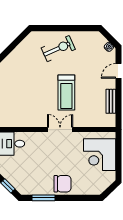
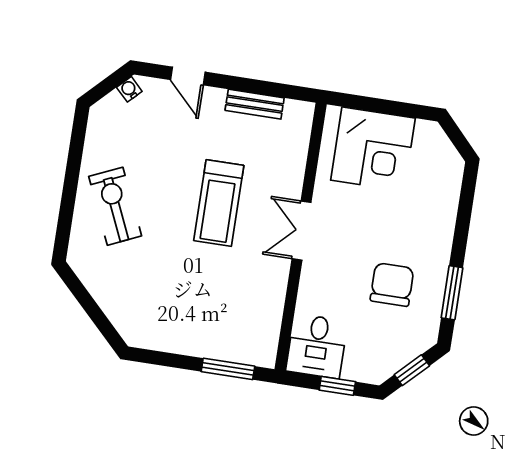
treadmill: (66, 92) -> (219, 203), turned 90
chair: (62, 184) -> (392, 284), moved

